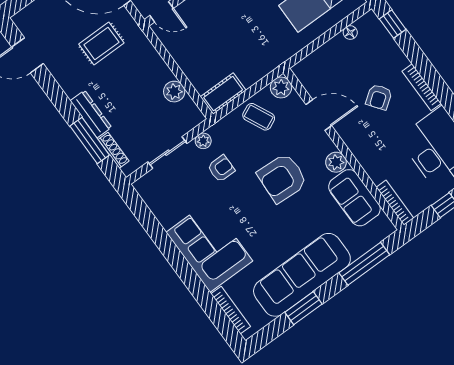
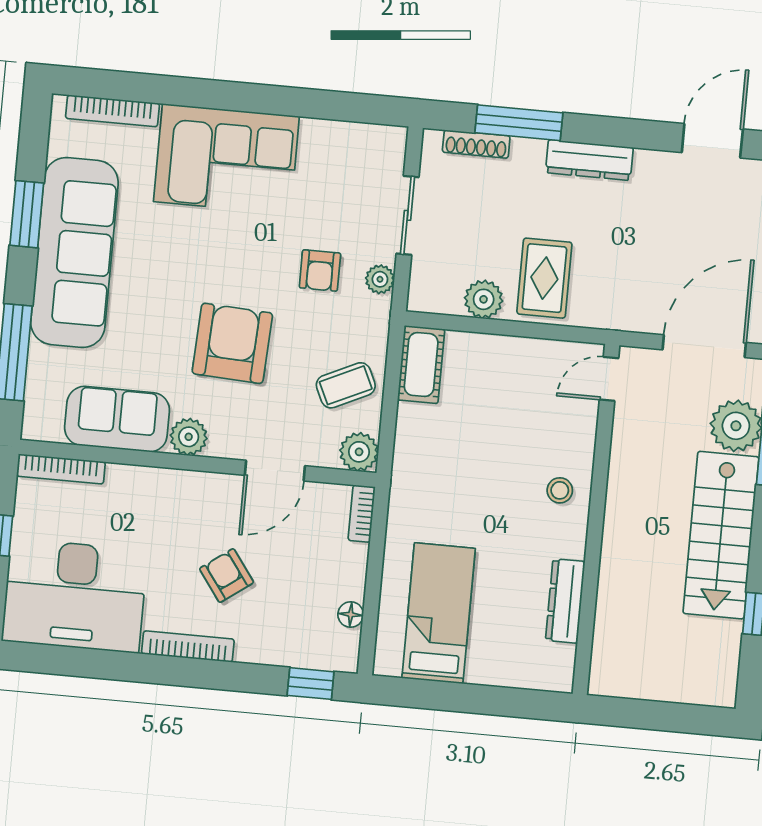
rug: (101, 43) -> (544, 278), moved
bookcase: (305, 64) -> (362, 514), added
dresser: (91, 114) -> (589, 160), moved

